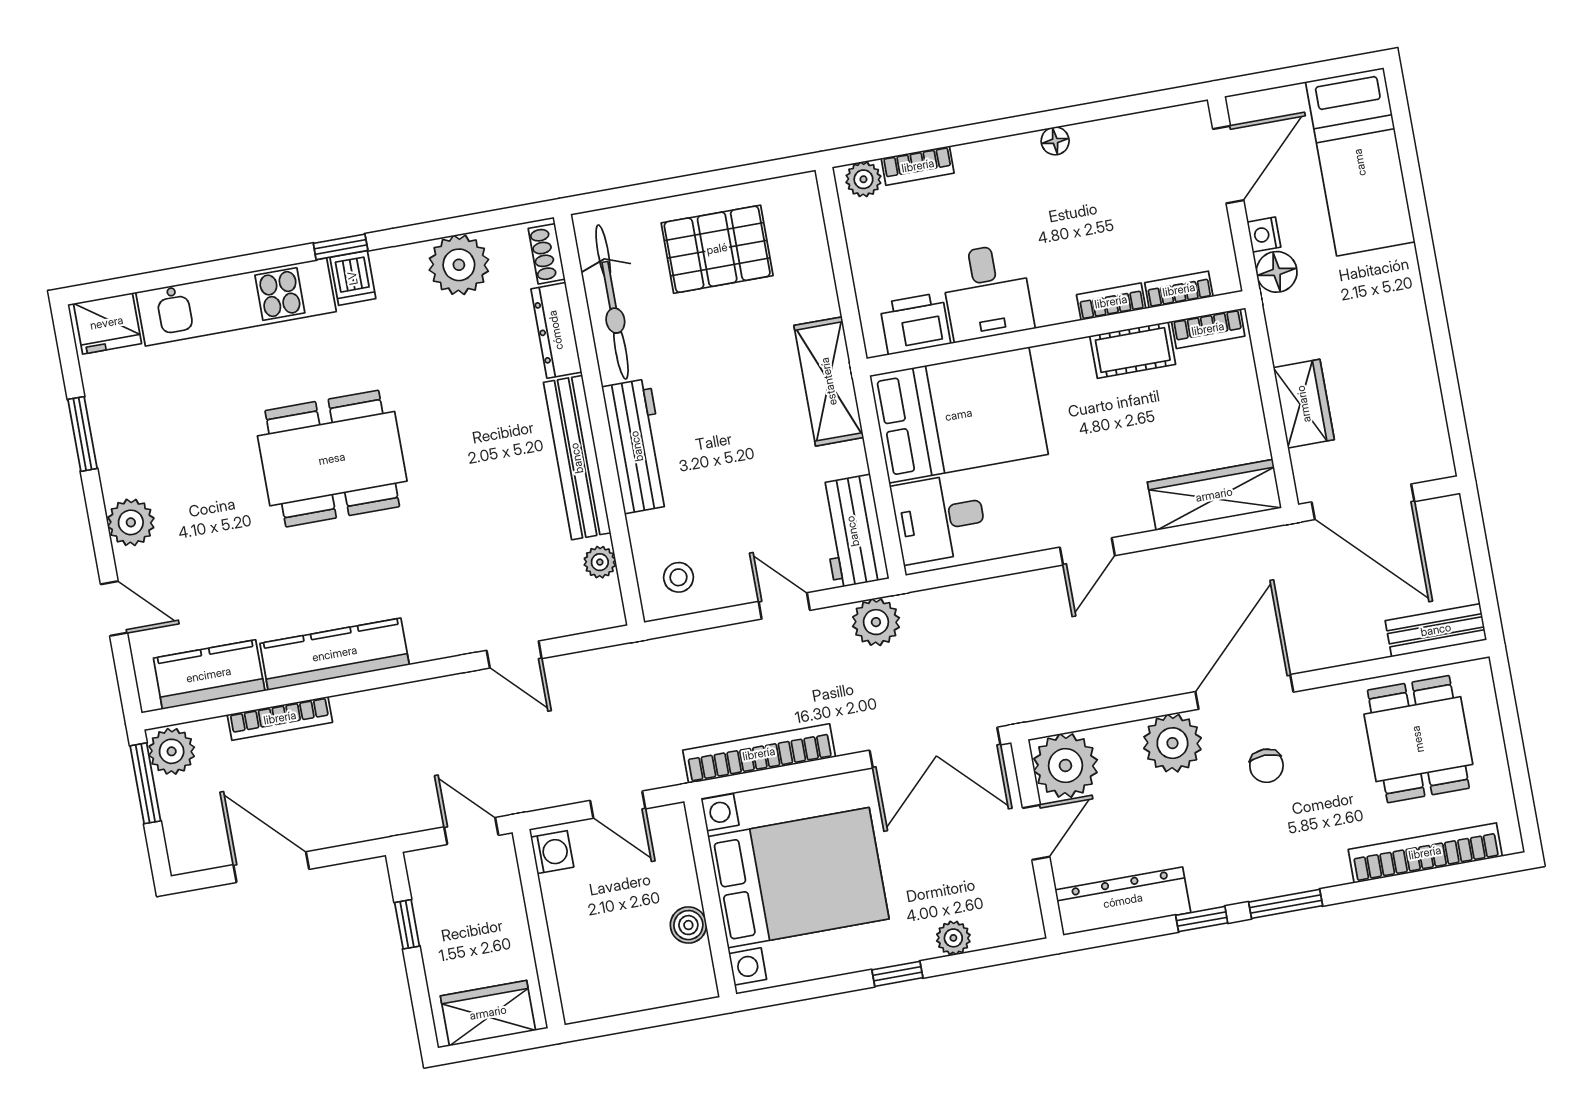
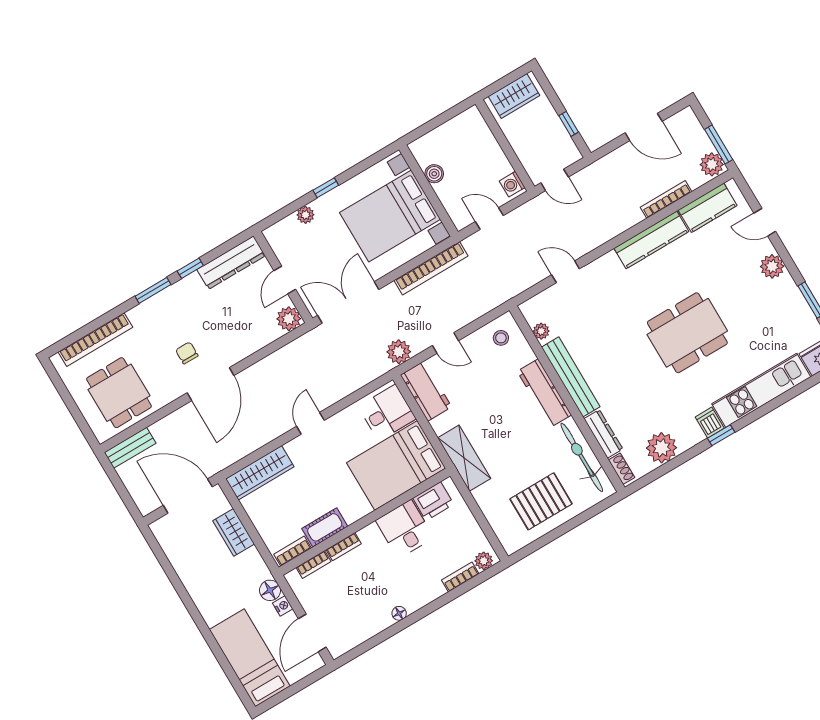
plant: (1172, 743) -> (236, 347), removed
plant: (1065, 765) -> (289, 319), width x0.73, depth x0.73

